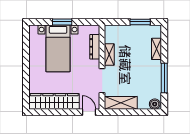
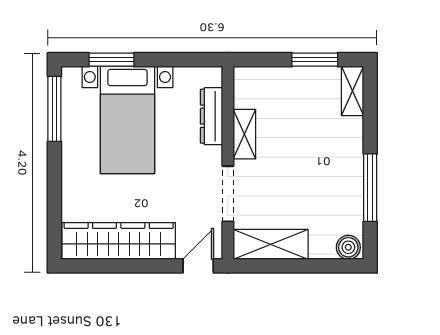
window: (62, 22) -> (111, 60), moved
window: (26, 44) -> (54, 109), added
shelving: (157, 49) -> (353, 91), moved
door: (89, 112) -> (198, 266), hinge flipped

